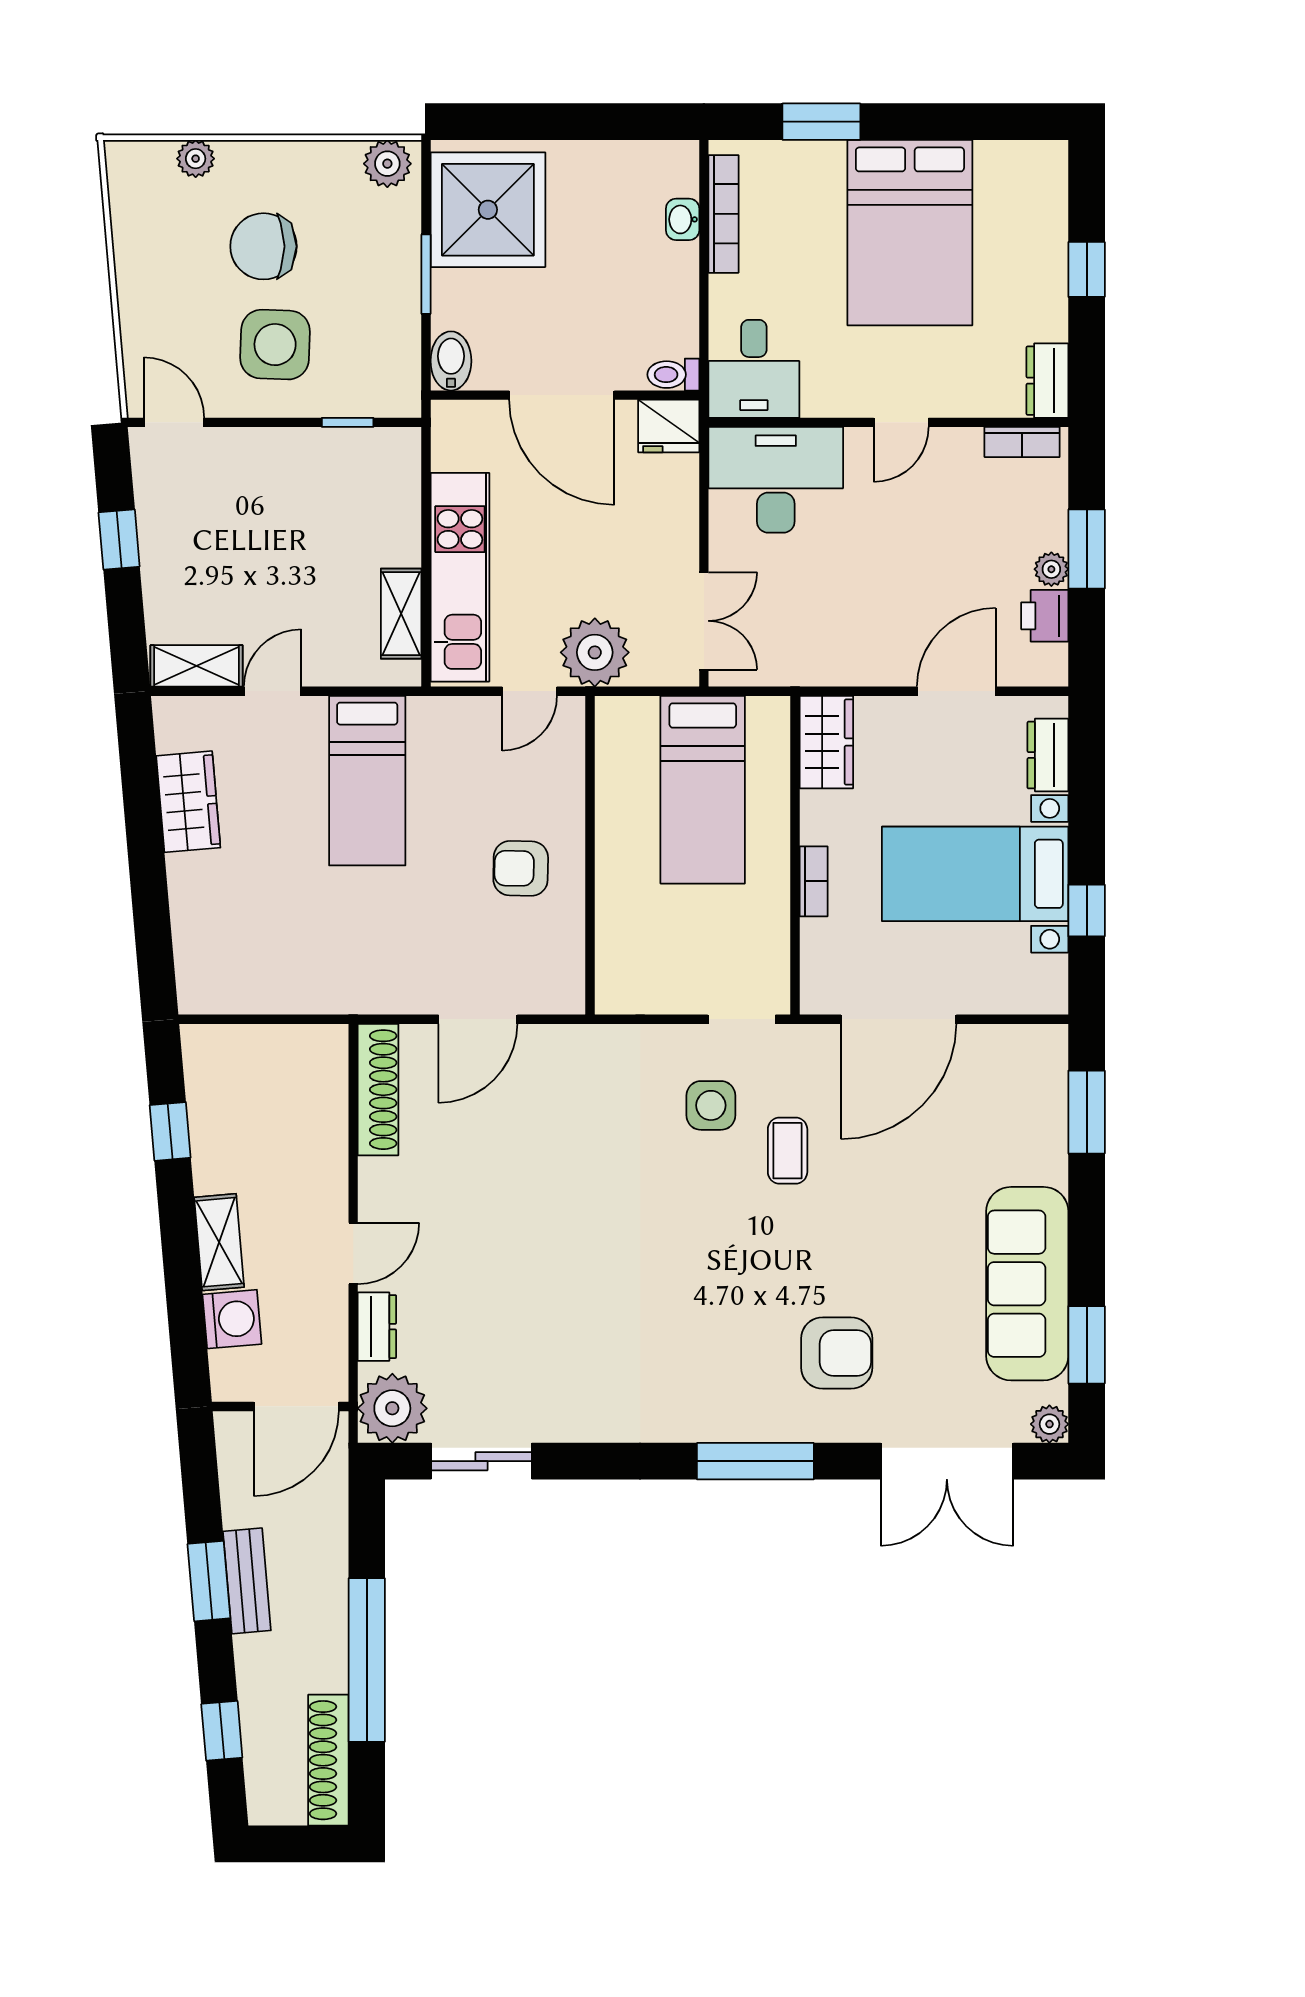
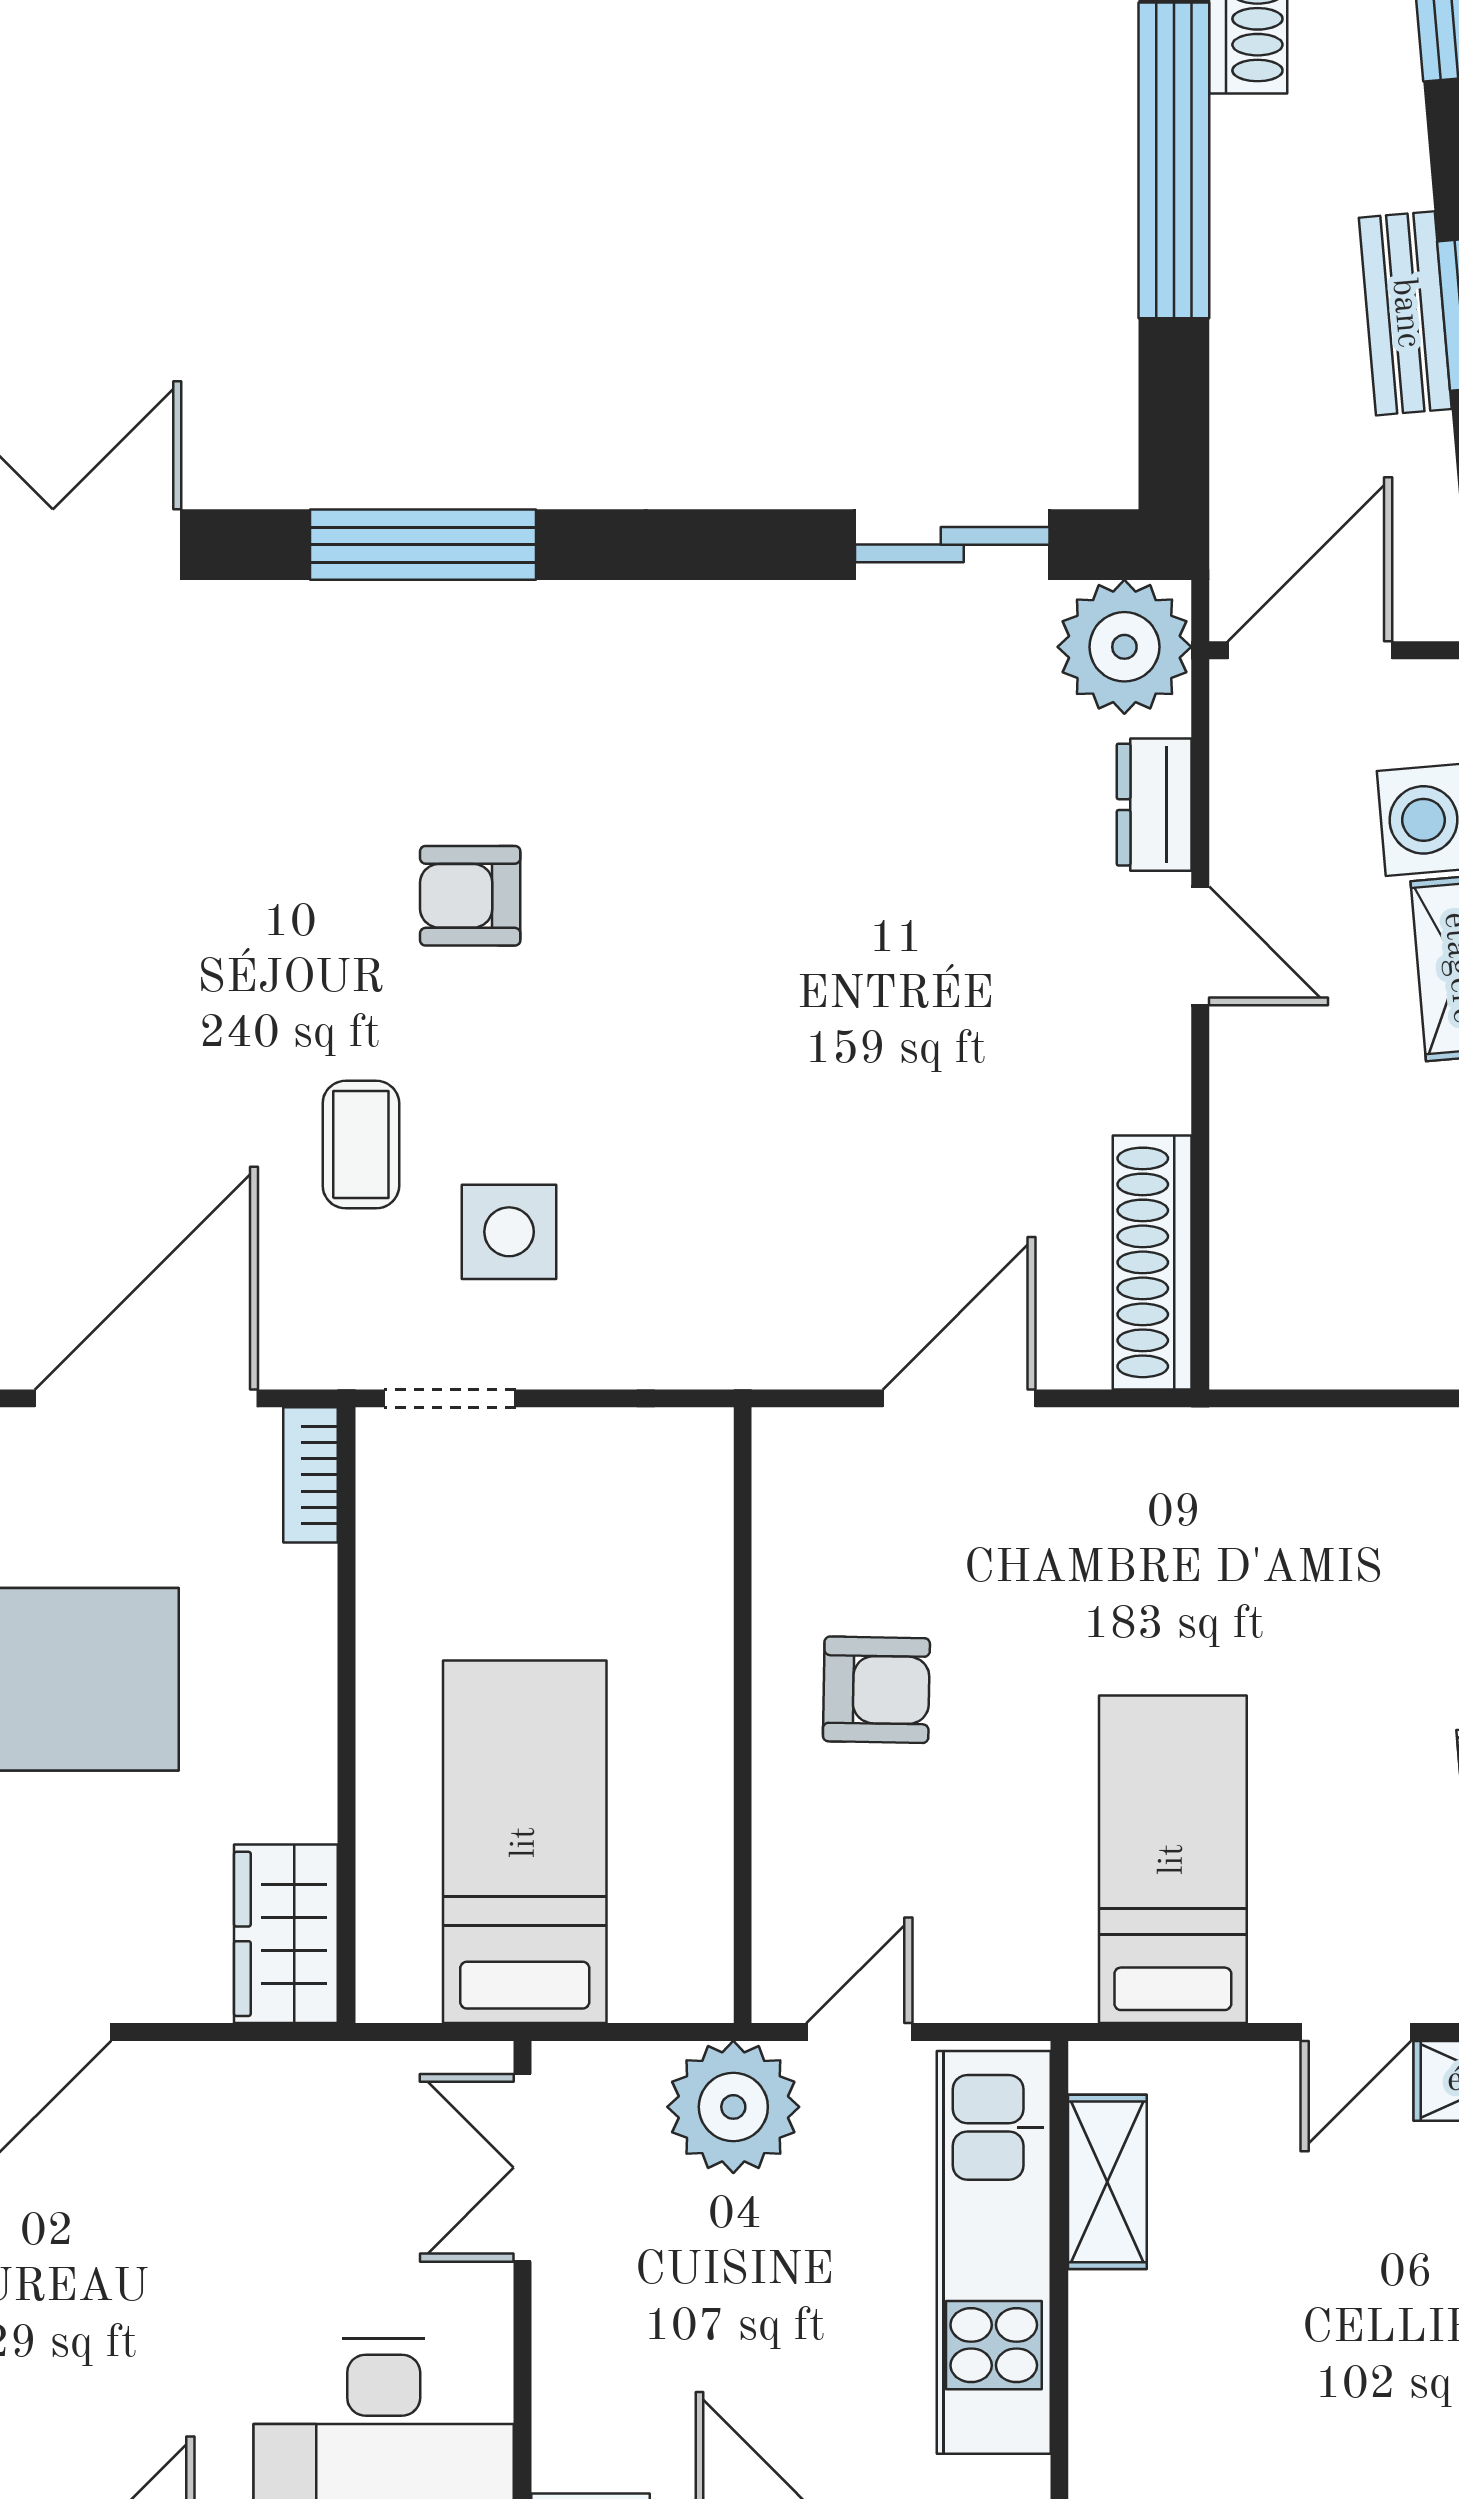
bookcase: (814, 881) -> (311, 1475), moved
door: (353, 1253) -> (1200, 946), swing flipped
armchair: (837, 1353) -> (470, 896), moved, width x0.72, depth x0.72

